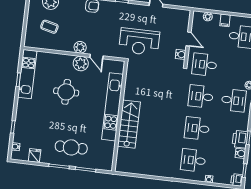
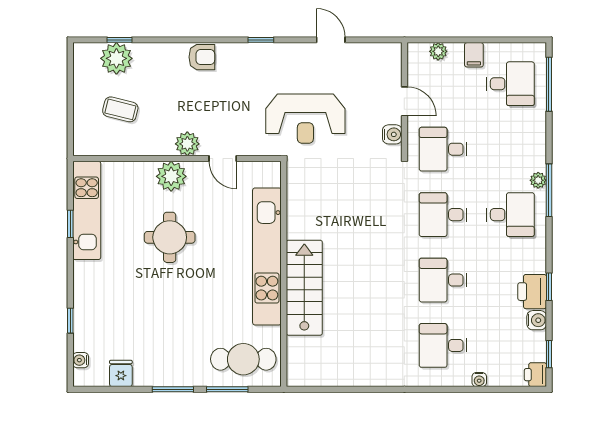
plant: (81, 63) -> (171, 176), moved
cafe table: (71, 147) -> (243, 359), moved

